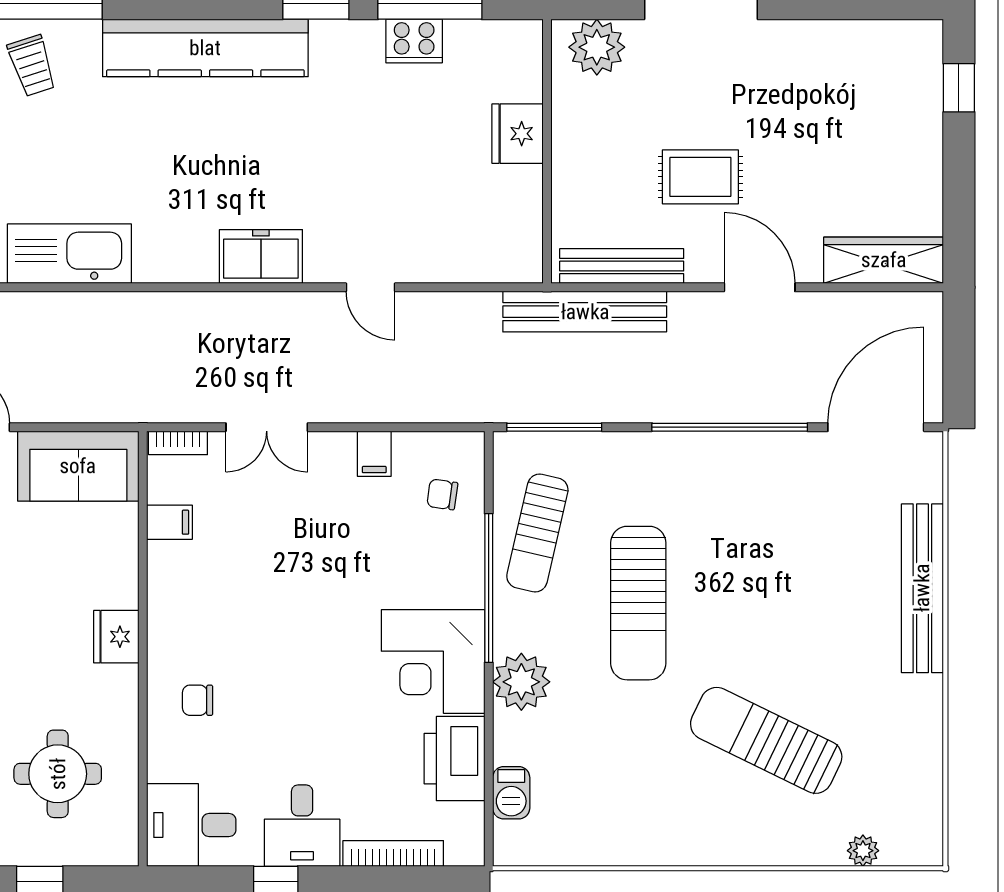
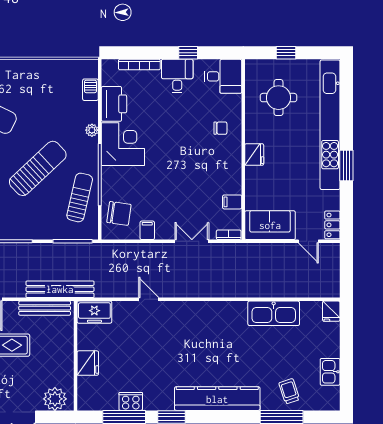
freezer: (261, 256) -> (94, 312), moved
chair: (442, 494) -> (119, 213), width x1.87, depth x1.87
sun lounger: (638, 603) -> (38, 168), turned 47
plant: (521, 682) -> (92, 130), width x0.53, depth x0.53

